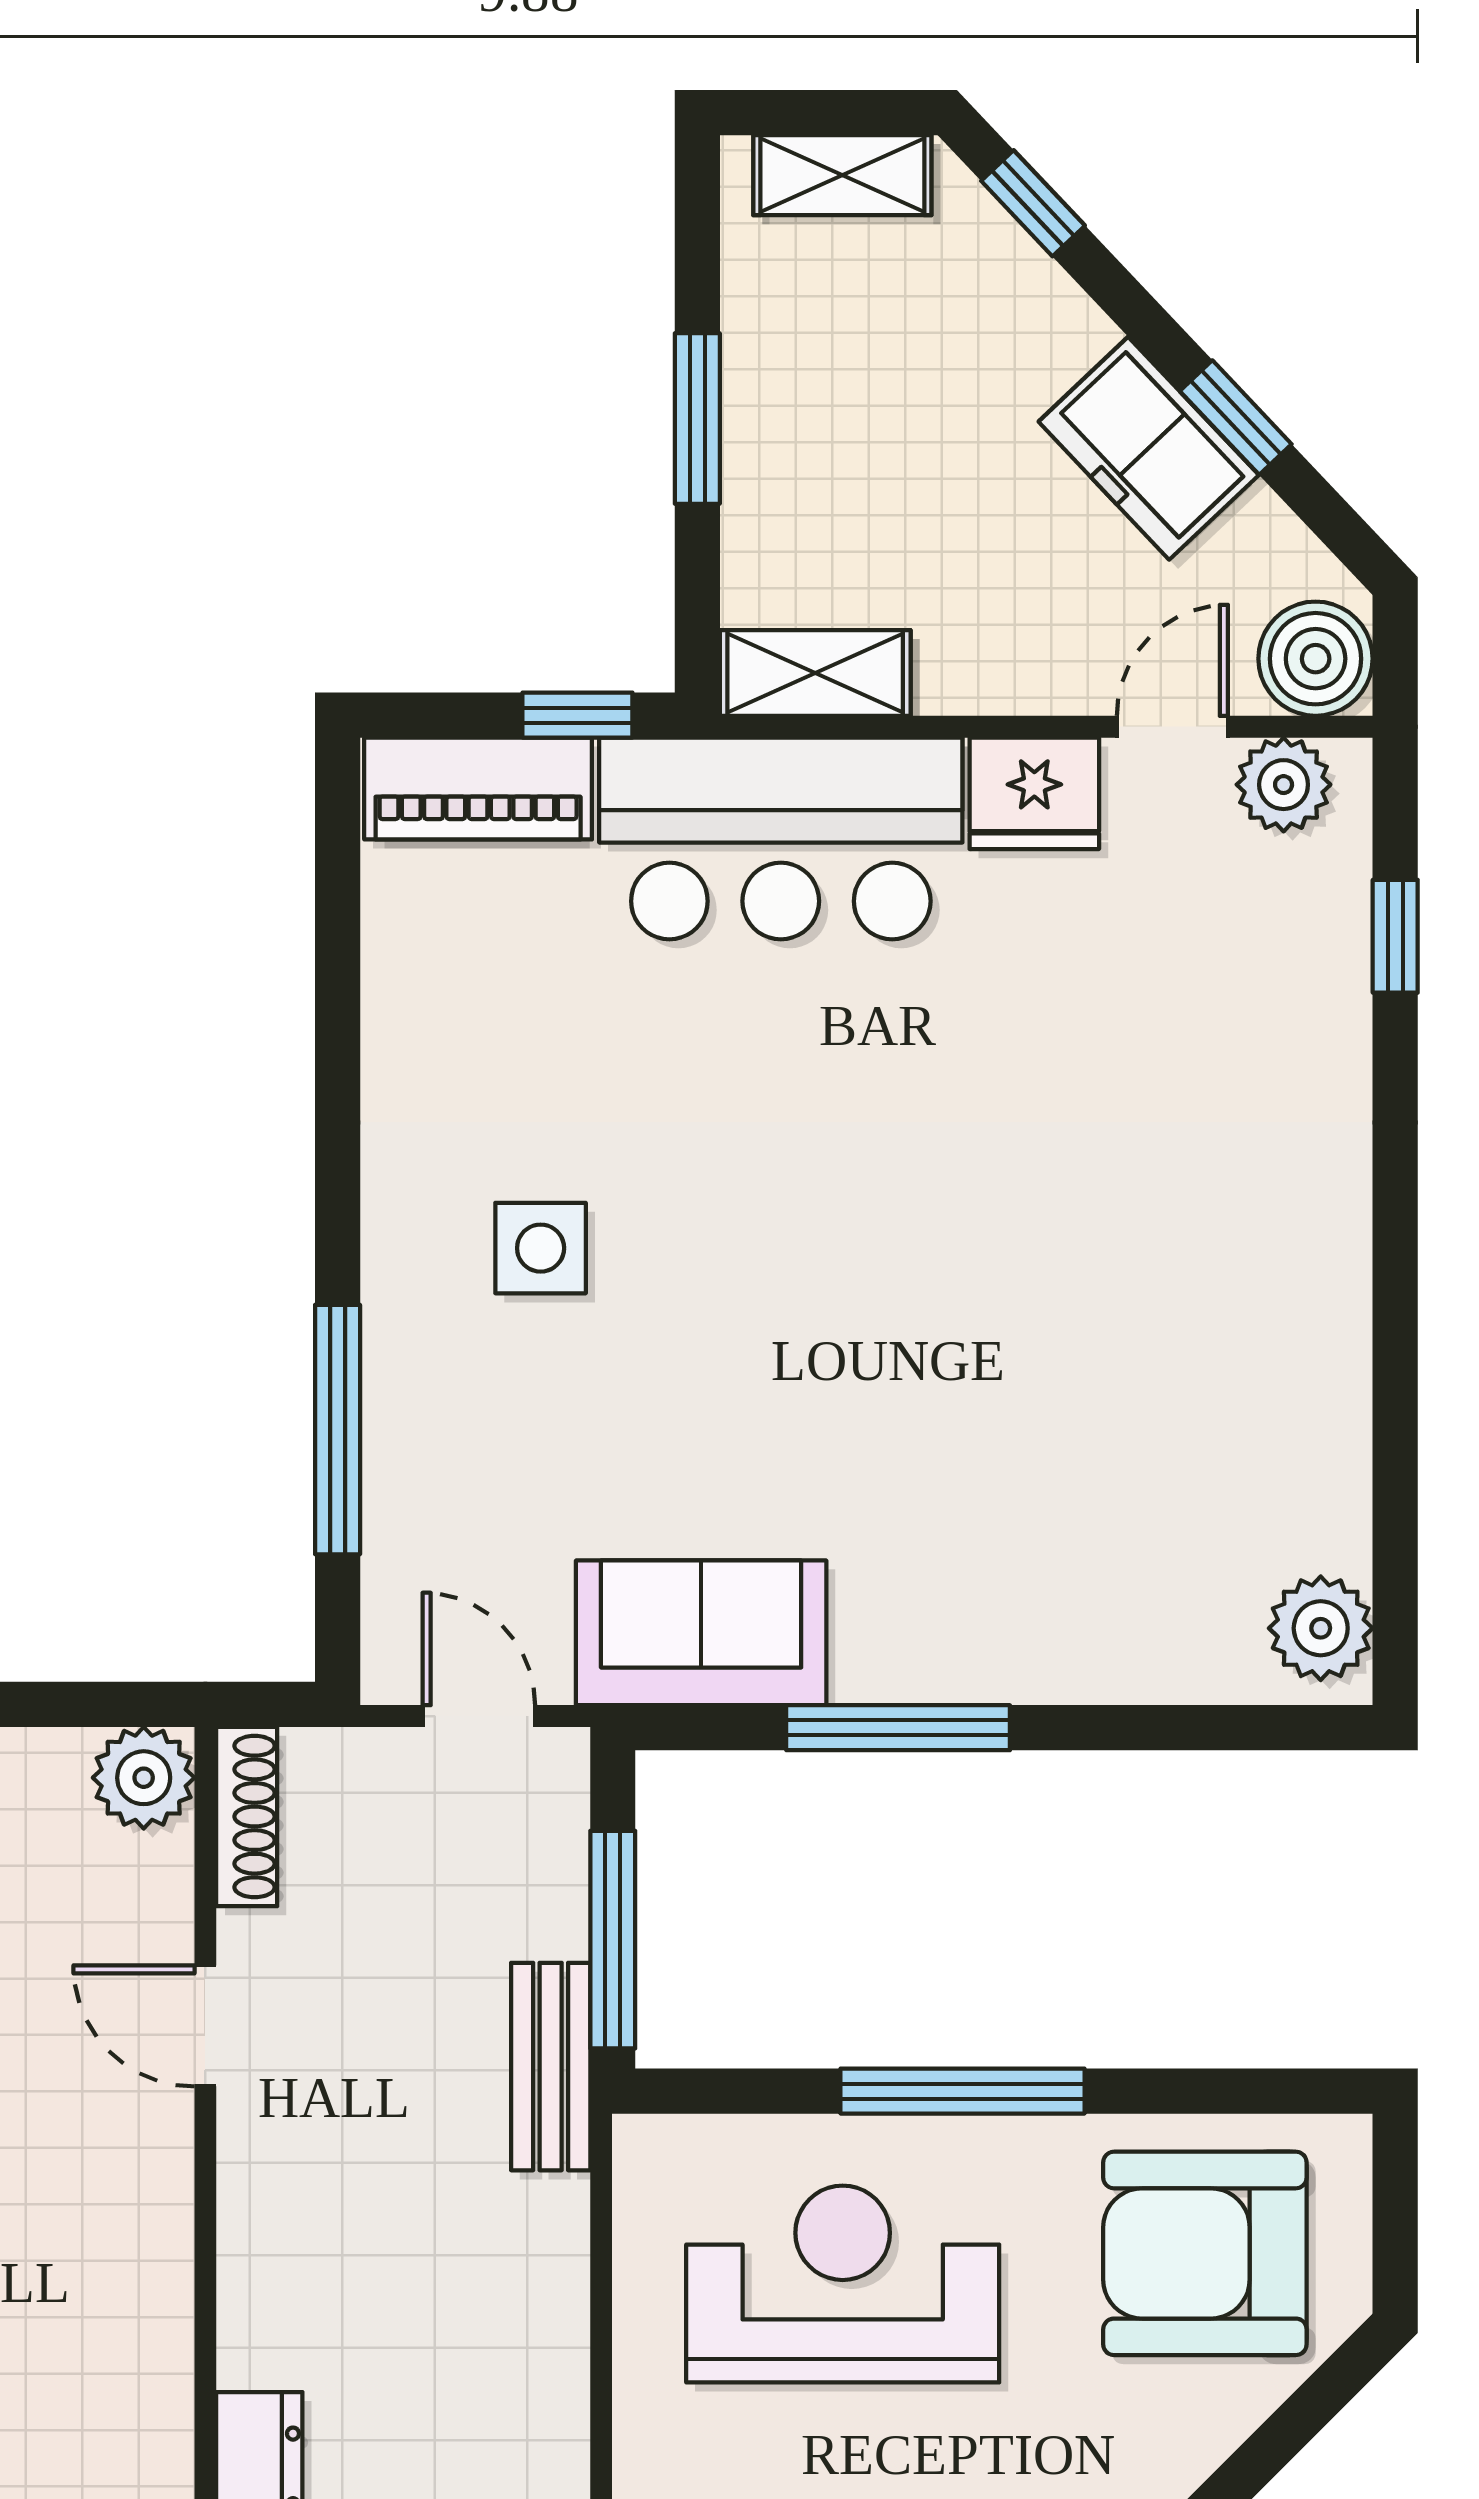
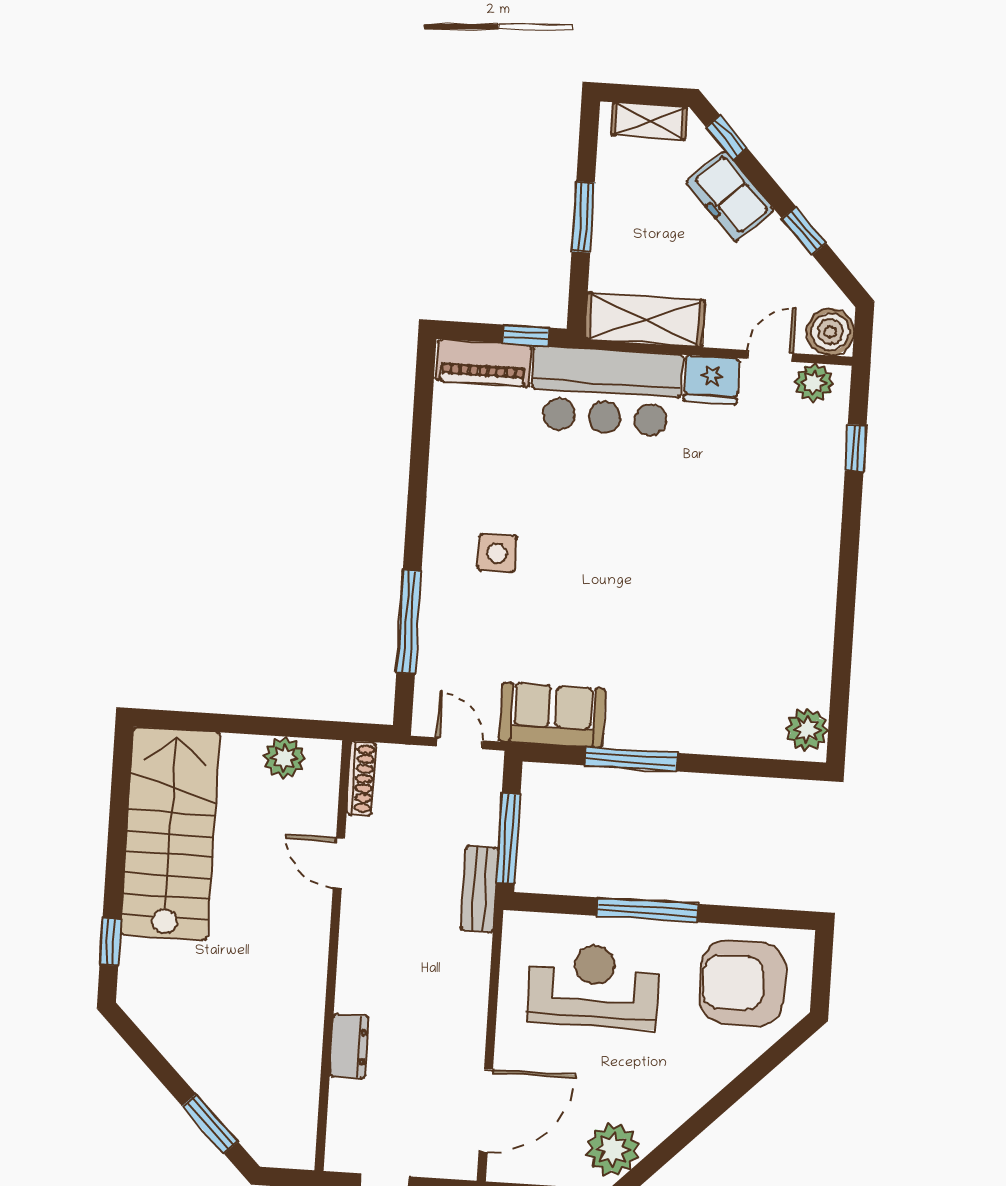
freezer: (1149, 448) -> (730, 196), moved
shelving: (815, 673) -> (645, 320), width x1.50, depth x1.33
plant: (144, 1778) -> (284, 757), moved

